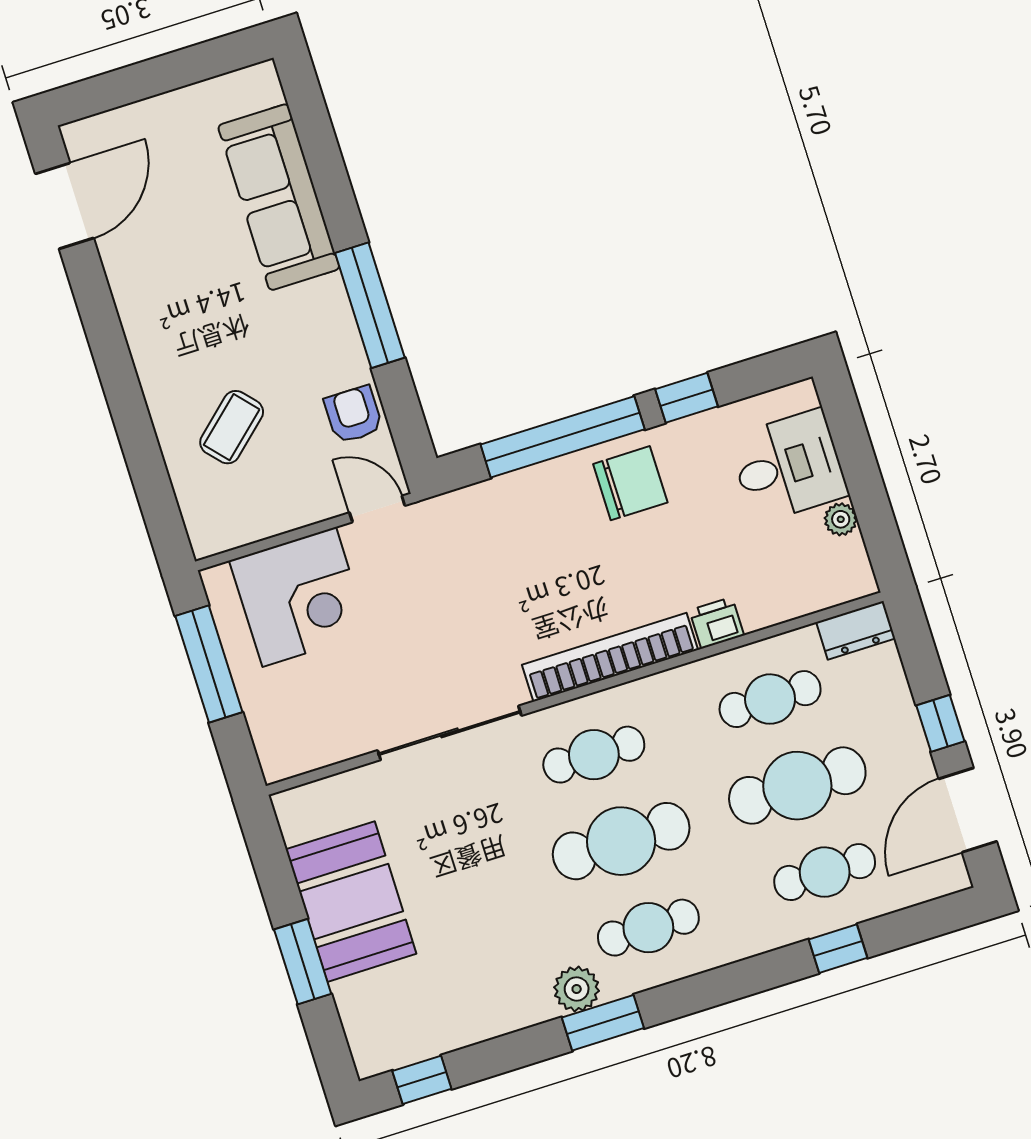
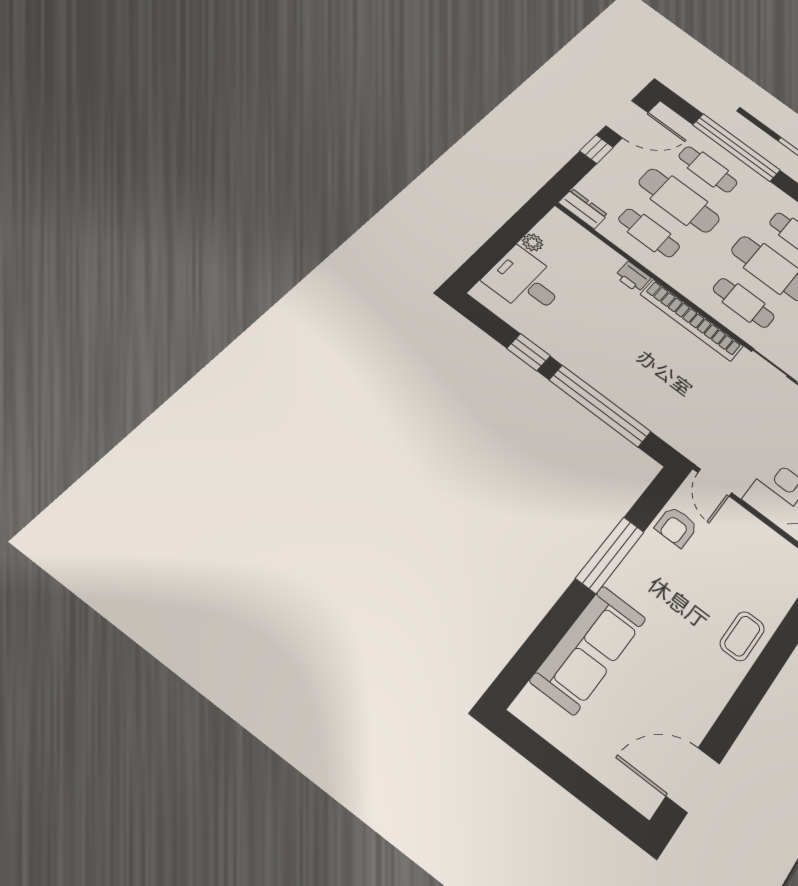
coffee table: (232, 427) -> (742, 636), moved, turned -48
chair: (630, 483) -> (597, 357), removed
window: (838, 949) -> (736, 148), width x3.17

